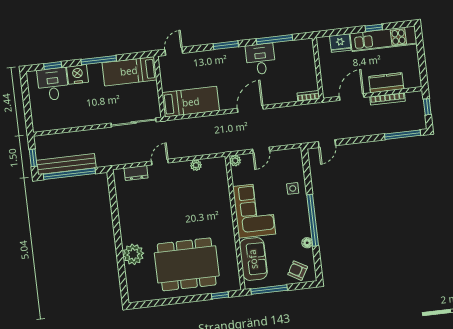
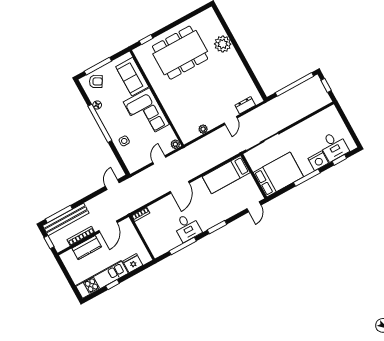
bed: (129, 71) -> (278, 175), width x1.50
bench: (66, 164) -> (66, 219), moved
window: (269, 290) -> (98, 66), moved

